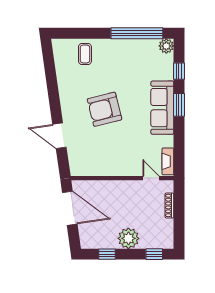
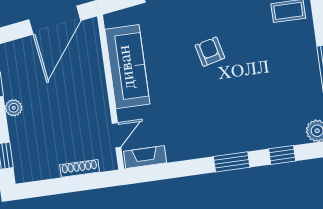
sofa: (162, 108) -> (127, 67), moved, turned 90
armchair: (105, 109) -> (210, 52), width x0.53, depth x0.53
plant: (128, 238) -> (14, 108), width x0.53, depth x0.53

